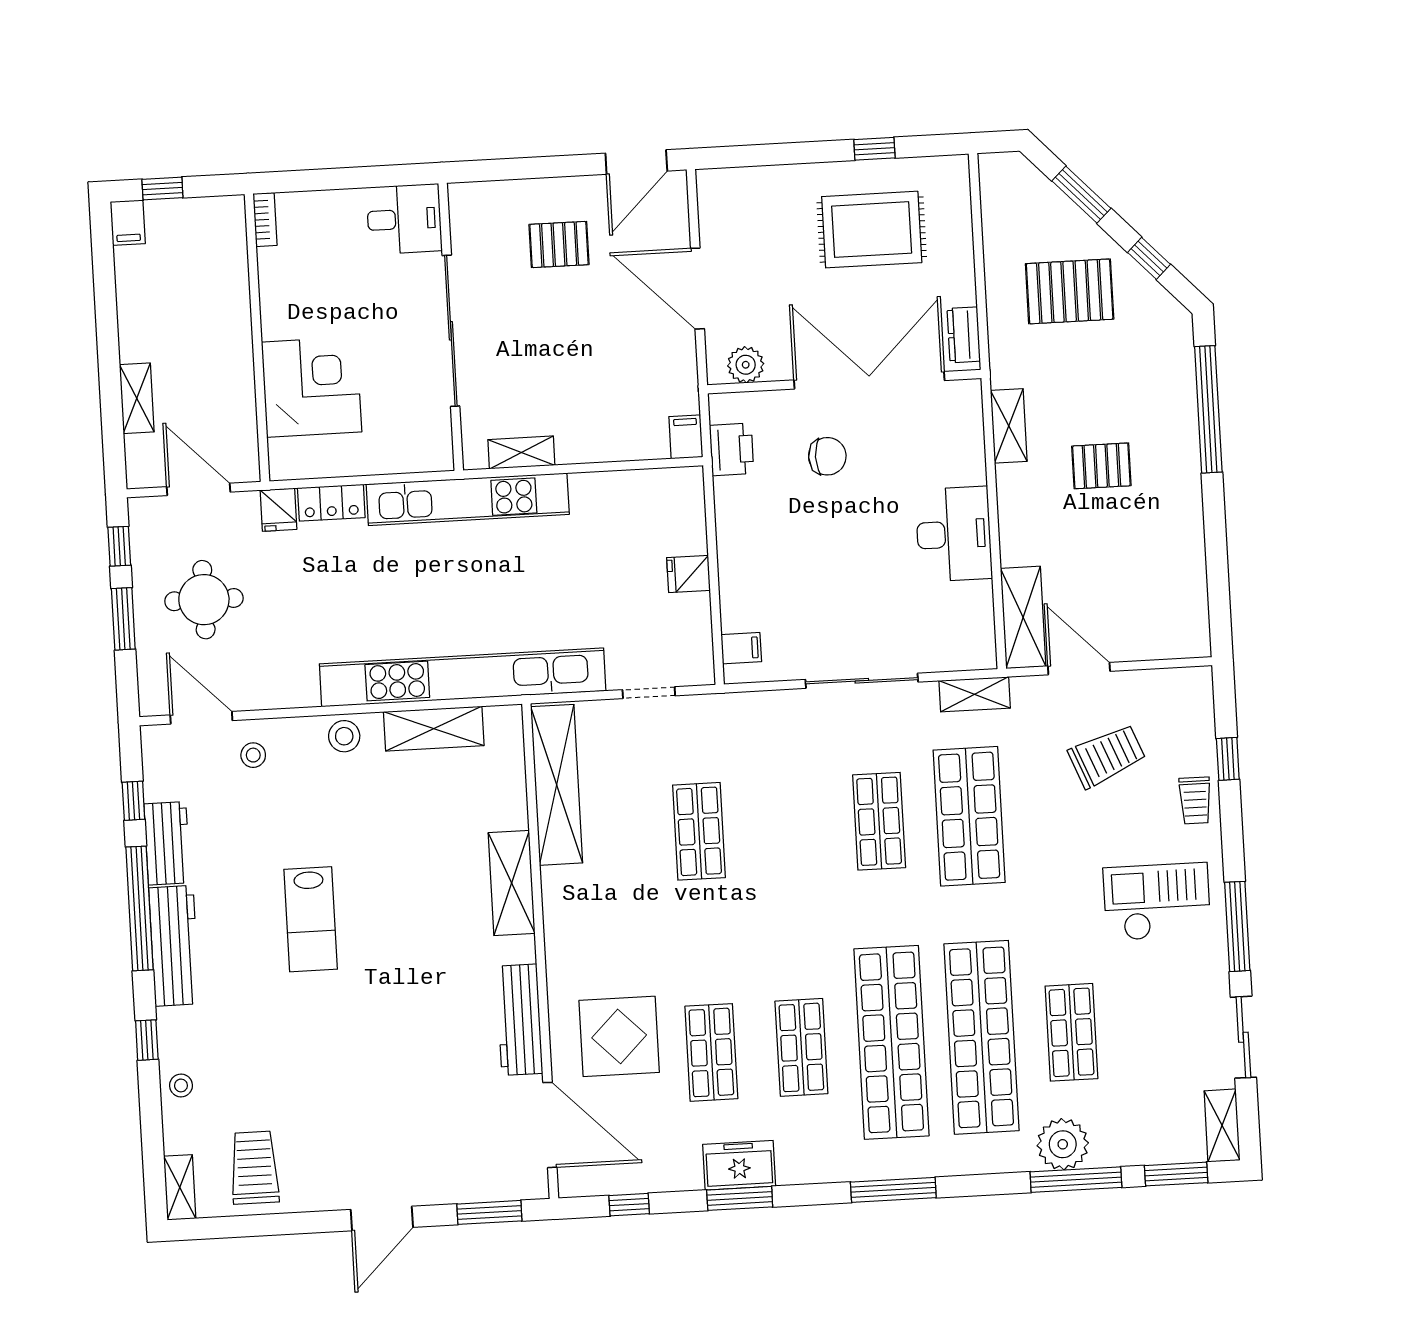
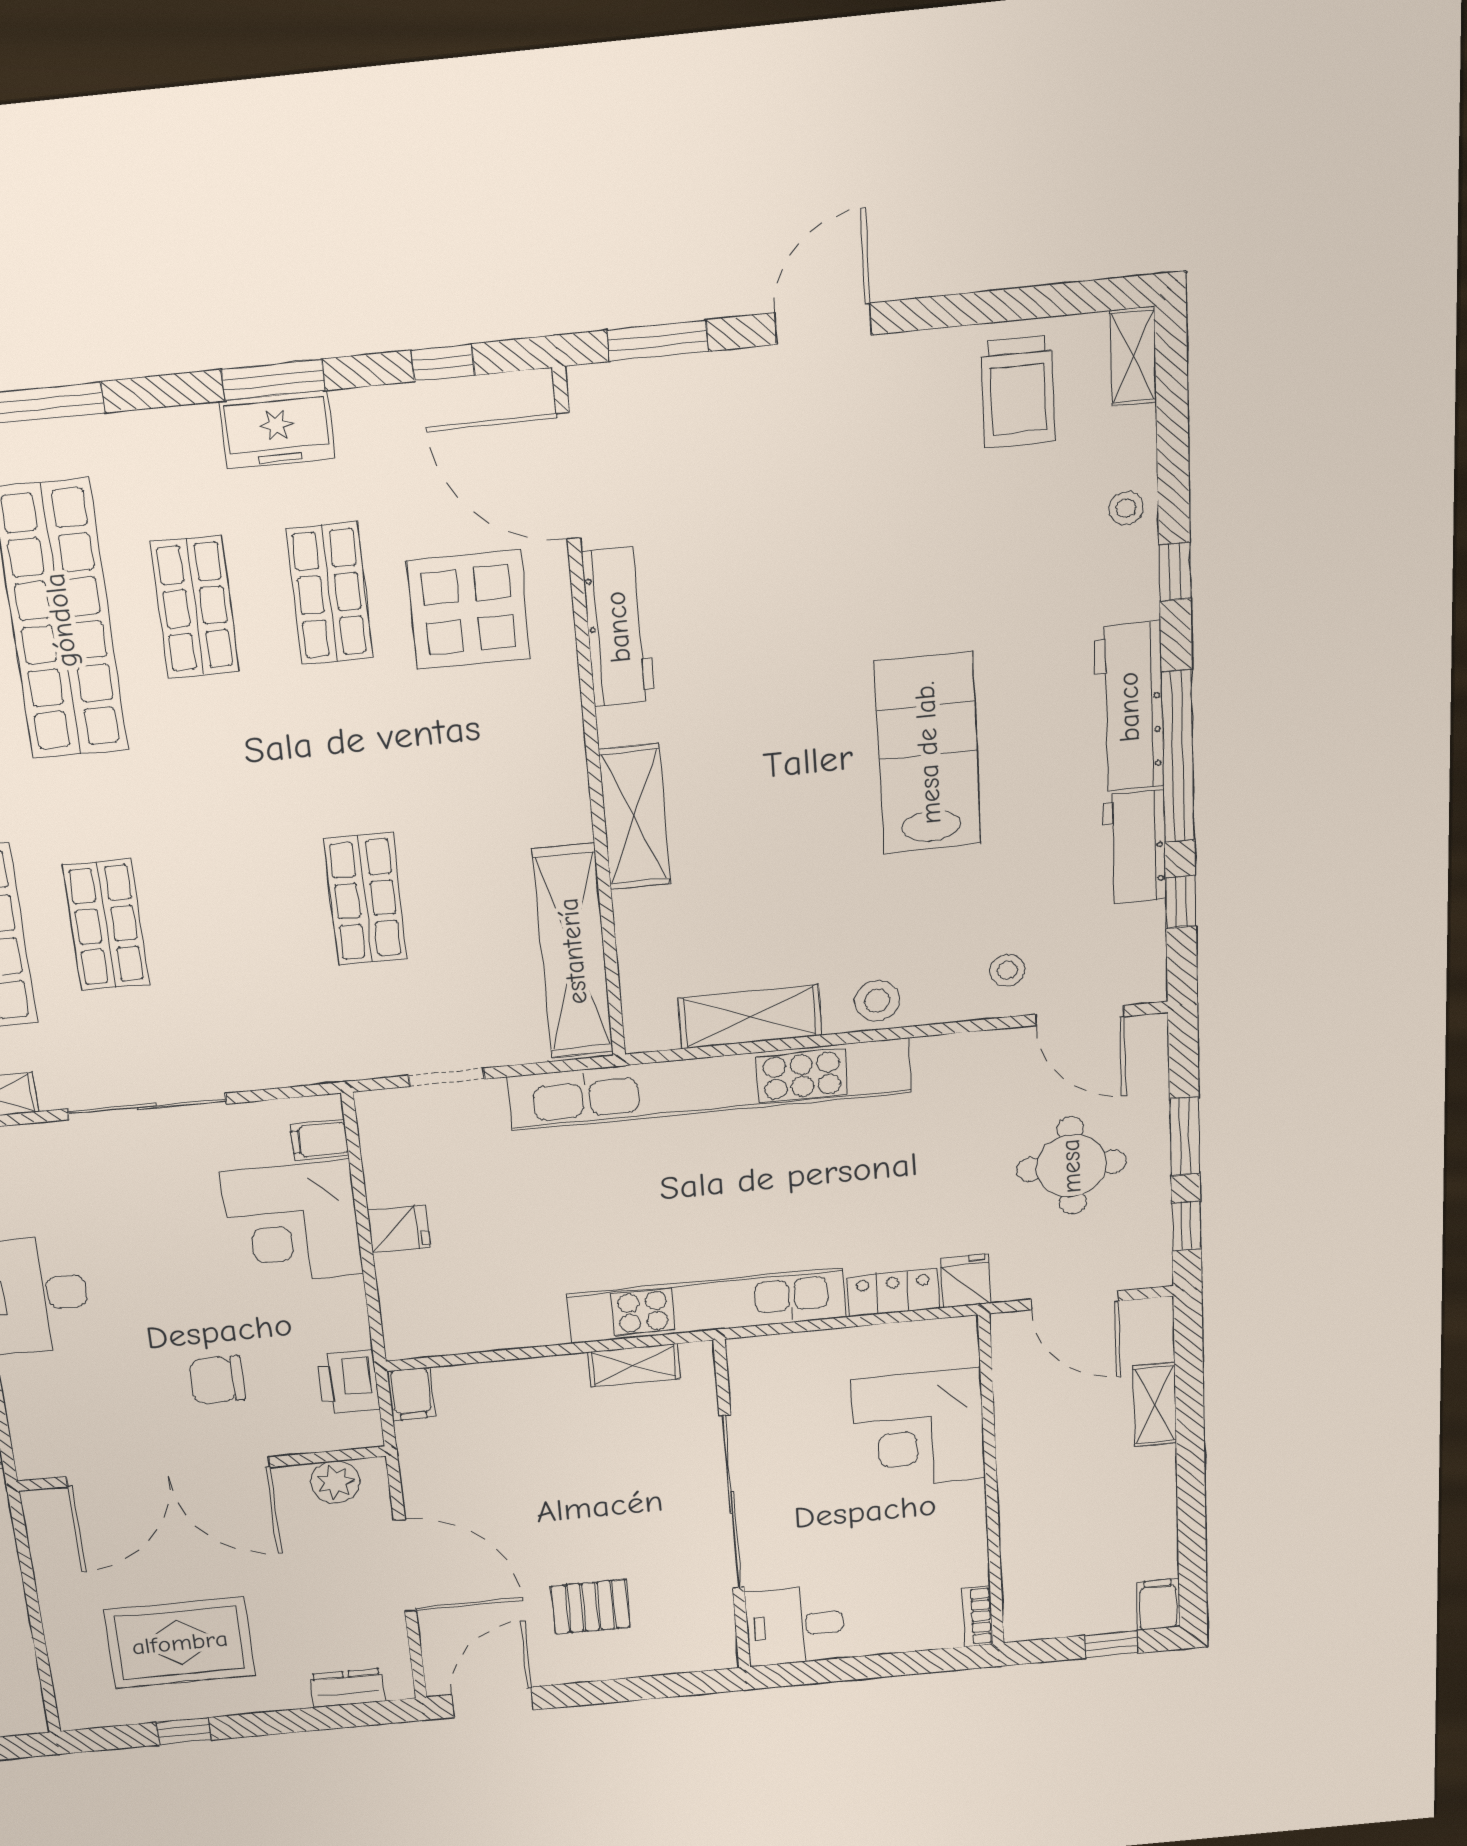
dresser: (964, 335) -> (348, 1688), moved, turned -90
corner desk: (765, 583) -> (292, 1223), added
lab bench: (311, 919) -> (928, 753), width x1.36, depth x1.39

